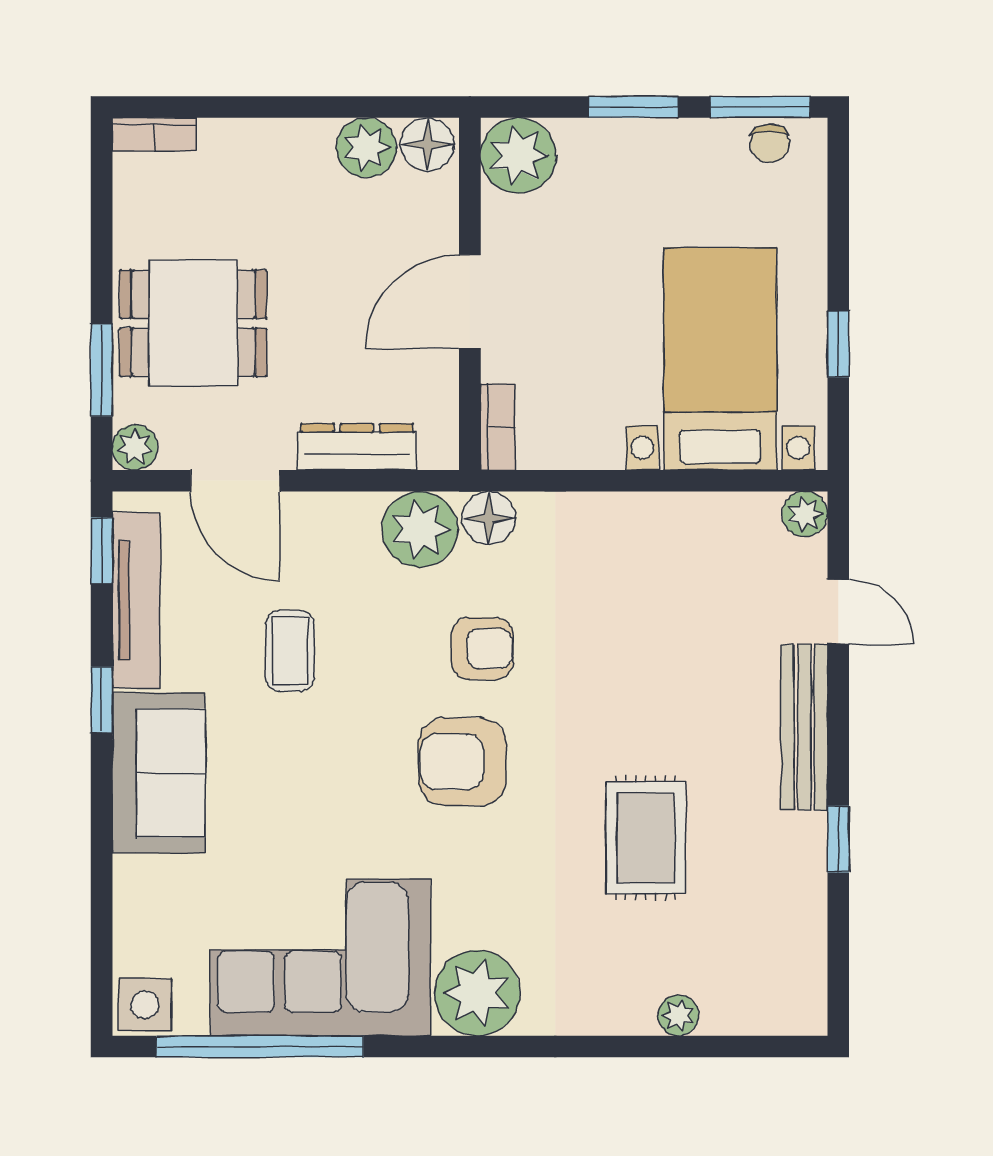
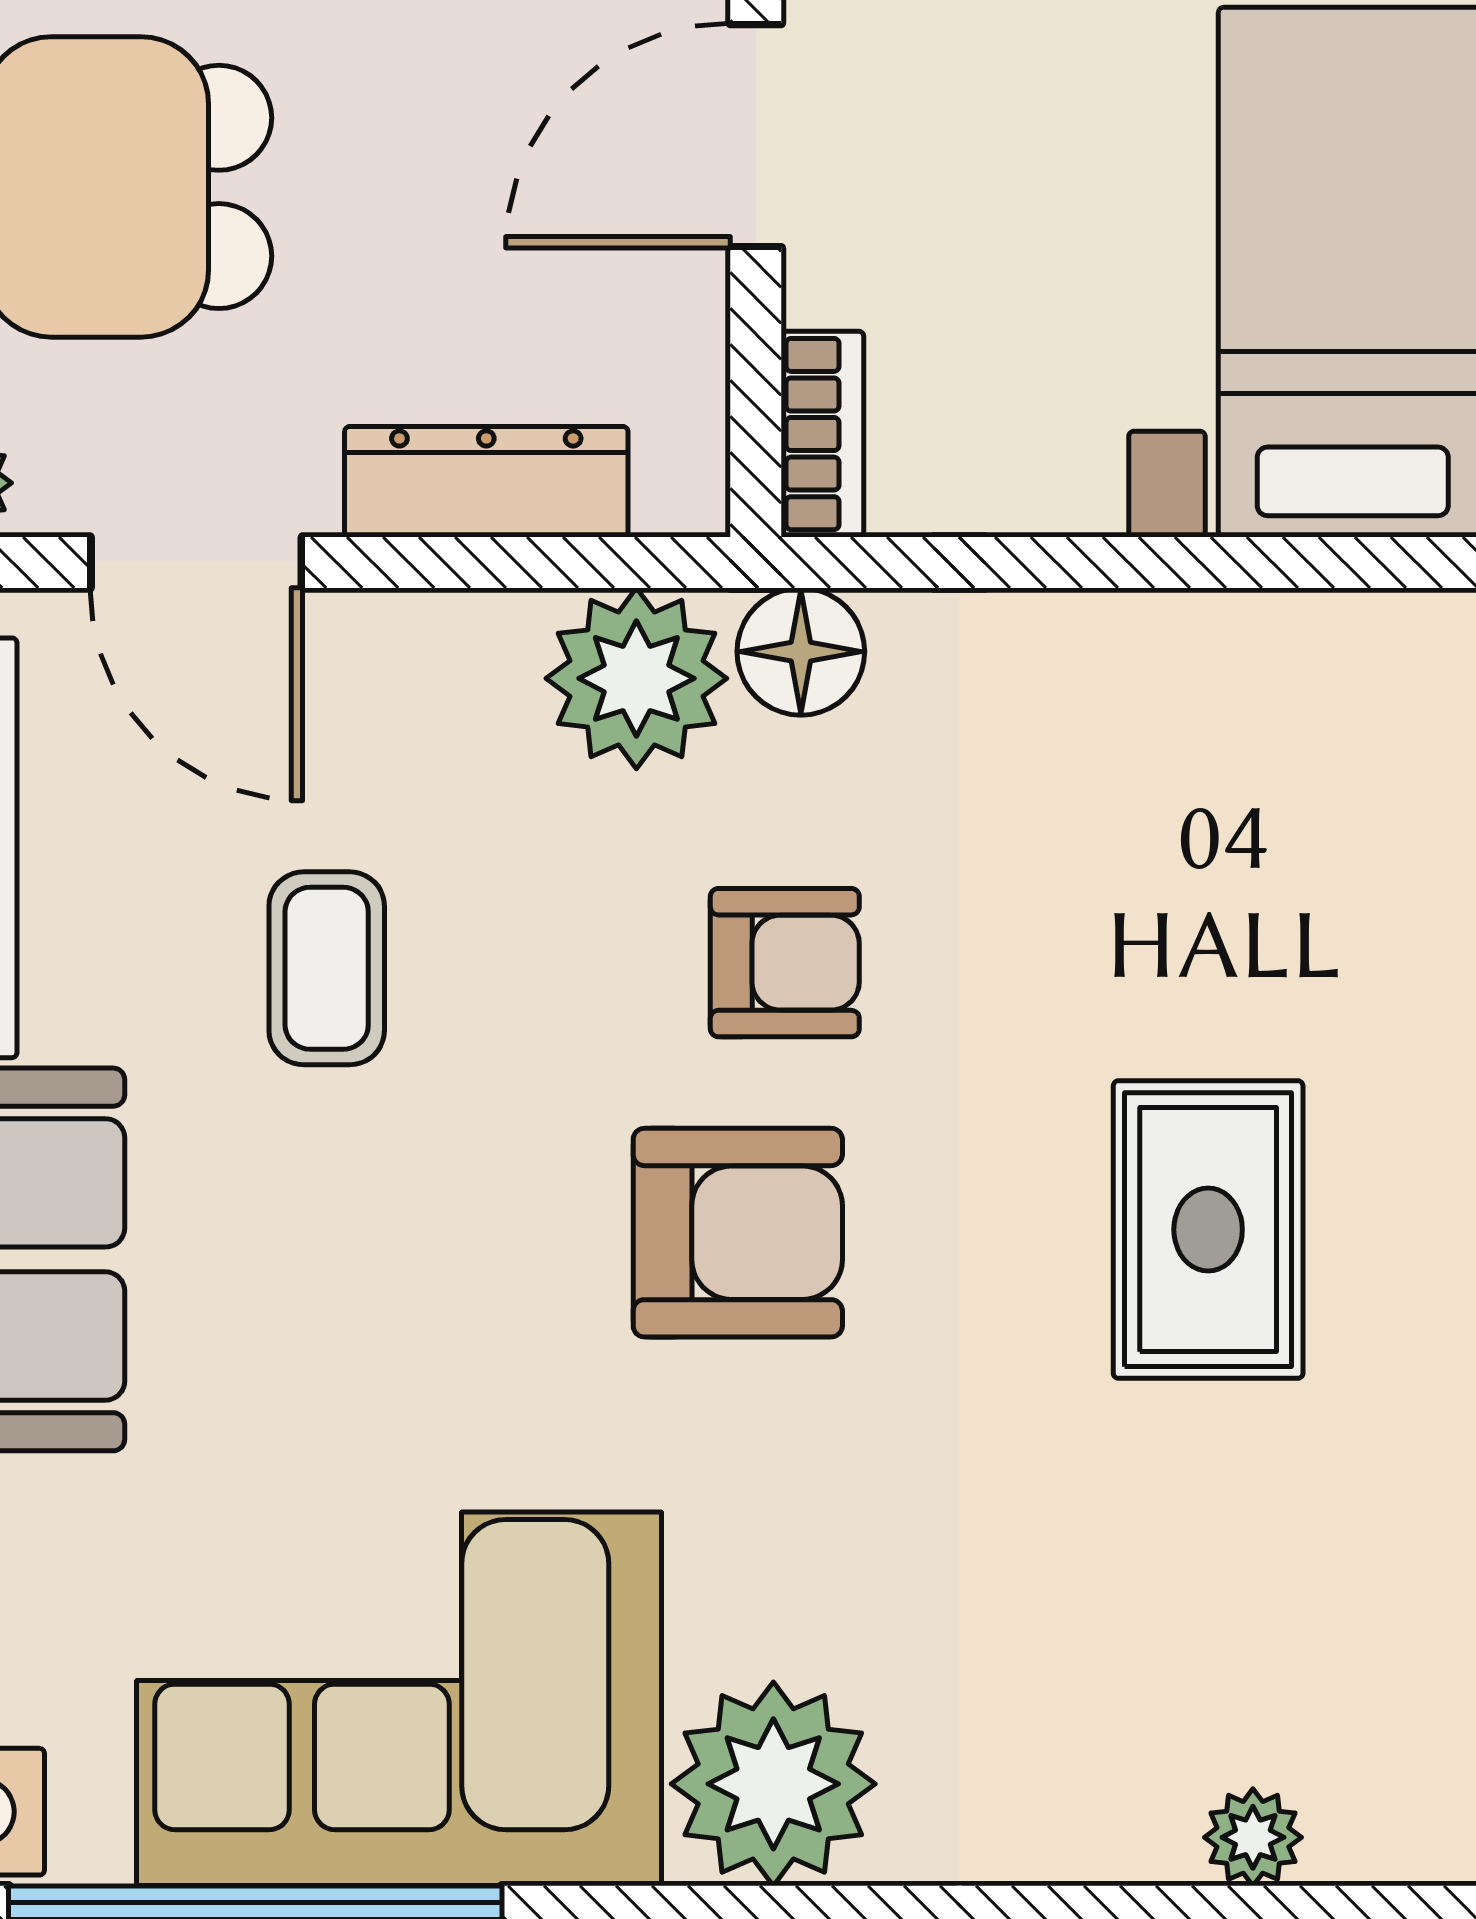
armchair: (462, 762) -> (738, 1233), turned 180
rug: (646, 838) -> (1208, 1230), moved

